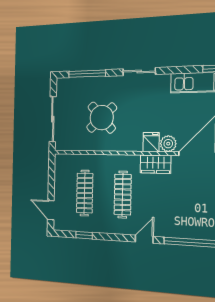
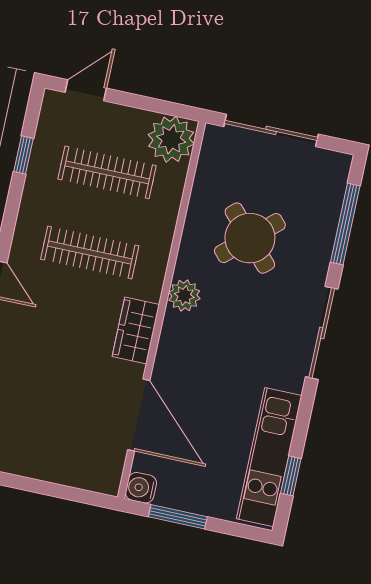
sliding door: (139, 72) -> (322, 333), width x1.37
fridge: (151, 142) -> (180, 330), removed
plant: (168, 144) -> (184, 296), moved
plant: (65, 165) -> (171, 139), added

